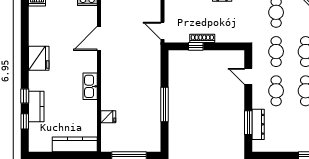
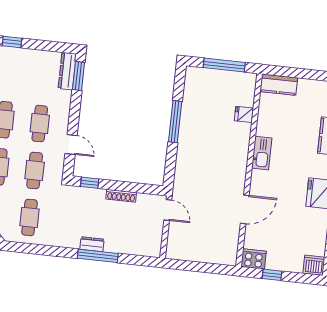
window: (196, 46) -> (90, 183), moved
window: (248, 123) -> (79, 76), moved
dresser: (258, 124) -> (67, 71), moved
kitchen counter: (75, 144) -> (279, 85), width x0.67

